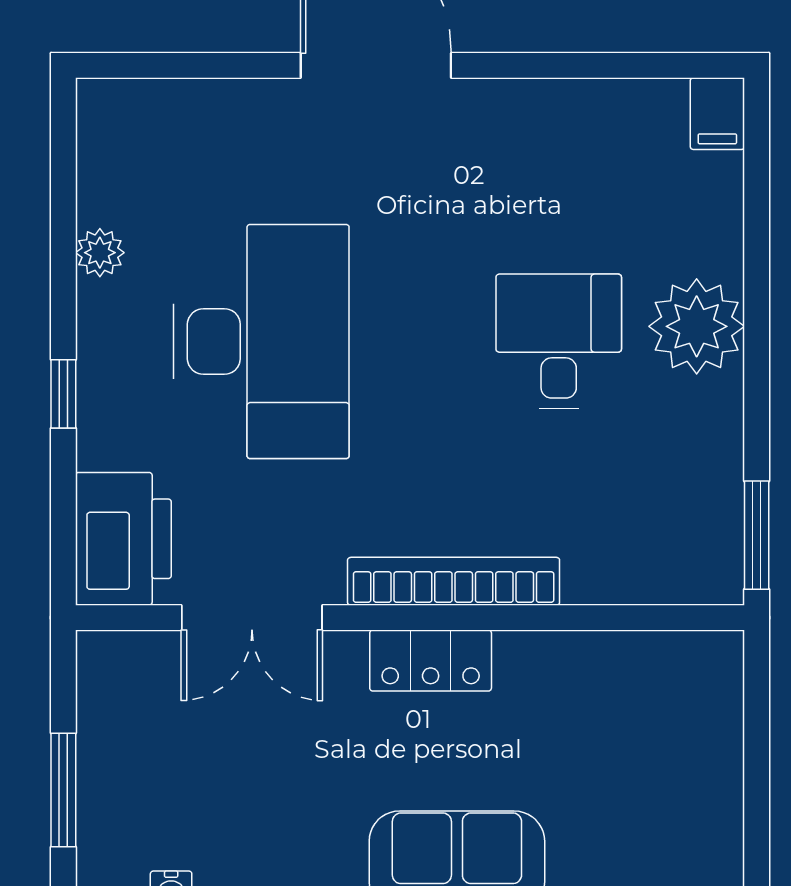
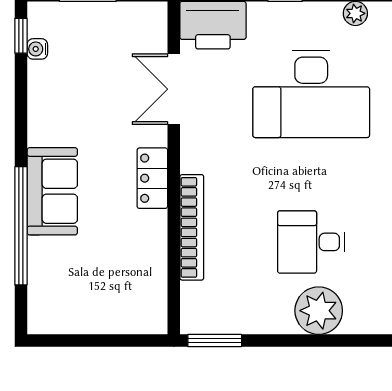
desk: (559, 341) -> (311, 242), turned 180
bookcase: (454, 581) -> (192, 227), moved

